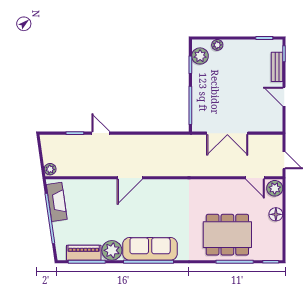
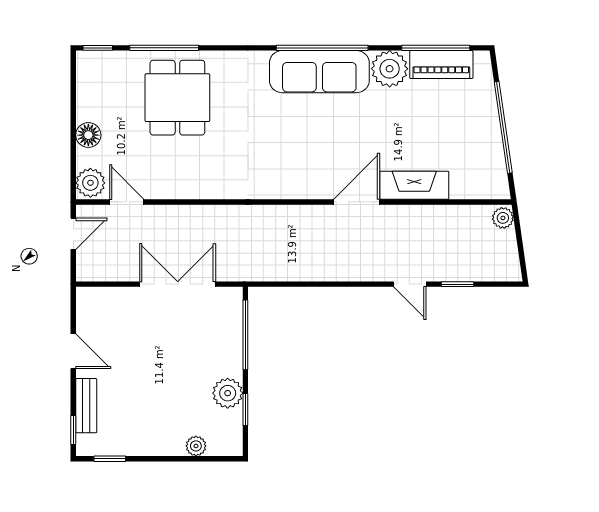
plant: (200, 56) -> (228, 393), moved
door: (284, 160) -> (73, 234), swing flipped
fireplace: (57, 202) -> (414, 185), moved, turned 98
dining table: (227, 235) -> (177, 98), width x0.73

